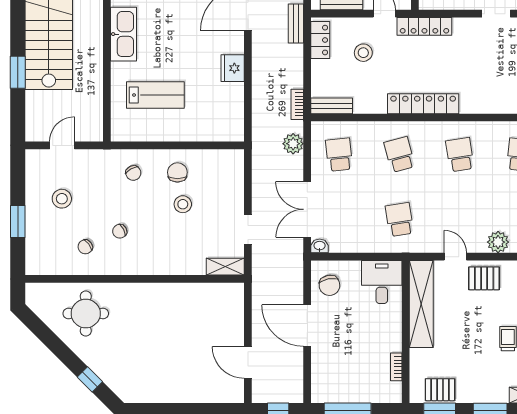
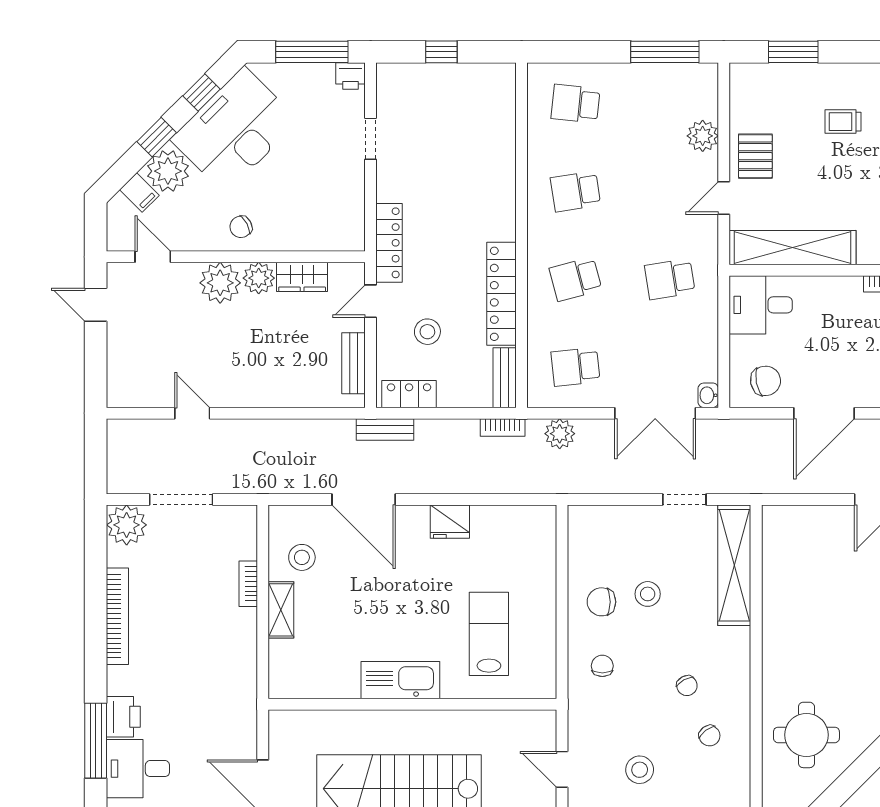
locker: (423, 104) -> (502, 294), moved
chair: (133, 173) -> (602, 666), turned -62
shelving: (225, 267) -> (734, 565), width x2.20, depth x1.33

